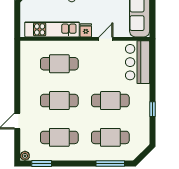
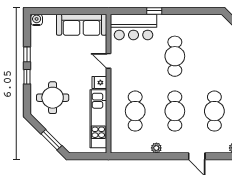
plant: (25, 83) -> (156, 148), added
window: (152, 109) -> (154, 11), moved
cafe table: (110, 137) -> (214, 56), removed

